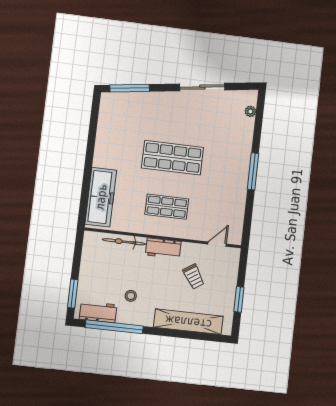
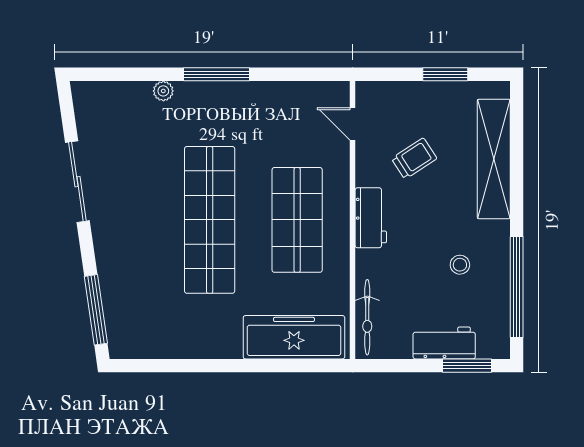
plant: (250, 111) -> (163, 91), moved
shop shelf: (173, 158) -> (210, 220), width x1.40
shop shelf: (167, 207) -> (297, 220), width x1.43, depth x1.36
bicycle: (124, 242) -> (367, 317), moved
workbench: (98, 312) -> (444, 343), moved, turned 90

